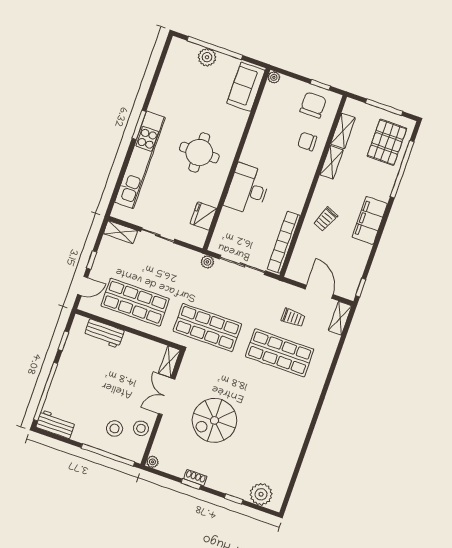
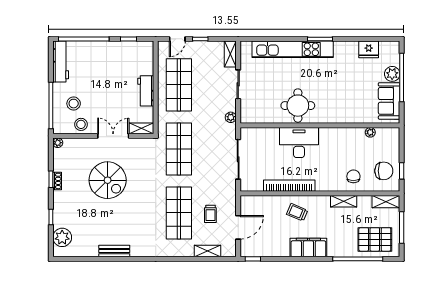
plant: (274, 77) -> (370, 132), moved
sofa: (246, 87) -> (389, 101), moved, turned -90
shelving: (343, 131) -> (386, 202), moved
round table: (199, 152) -> (298, 106), moved
fridge: (203, 216) -> (369, 49), moved, turned 180
bookcase: (284, 242) -> (289, 186), moved
plant: (207, 262) -> (231, 117), moved
door: (83, 286) -> (177, 39), hinge flipped
shelving: (340, 318) -> (207, 251), moved
workbench: (104, 333) -> (146, 91), moved
spiral stairs: (214, 420) -> (108, 180), turned 180
workbench: (56, 424) -> (61, 62), width x1.38
bench: (297, 441) -> (114, 251), added

